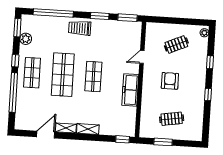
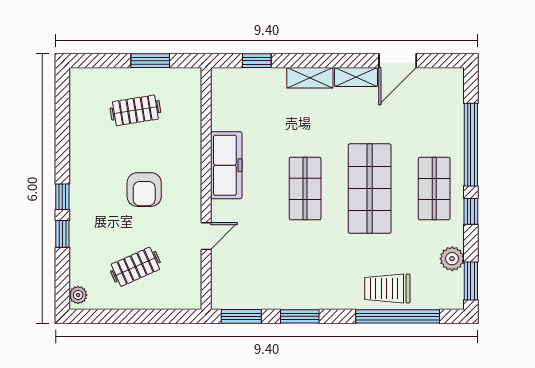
trolley: (80, 28) -> (387, 289), moved, turned 180
window: (208, 95) -> (62, 197), moved
window: (123, 139) -> (257, 61), moved

